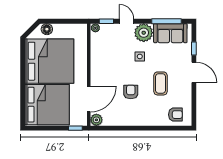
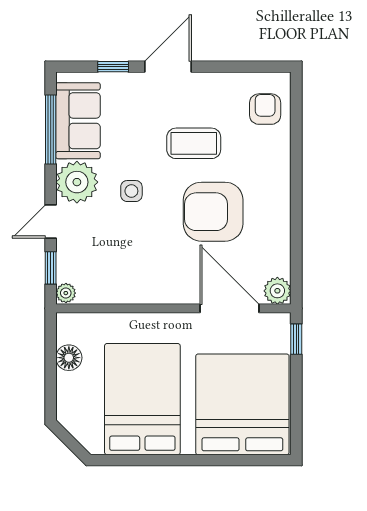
floor lamp: (47, 29) -> (69, 358), moved
bed: (49, 61) -> (142, 399), width x0.73
armchair: (131, 92) -> (213, 212), width x1.88, depth x1.88

